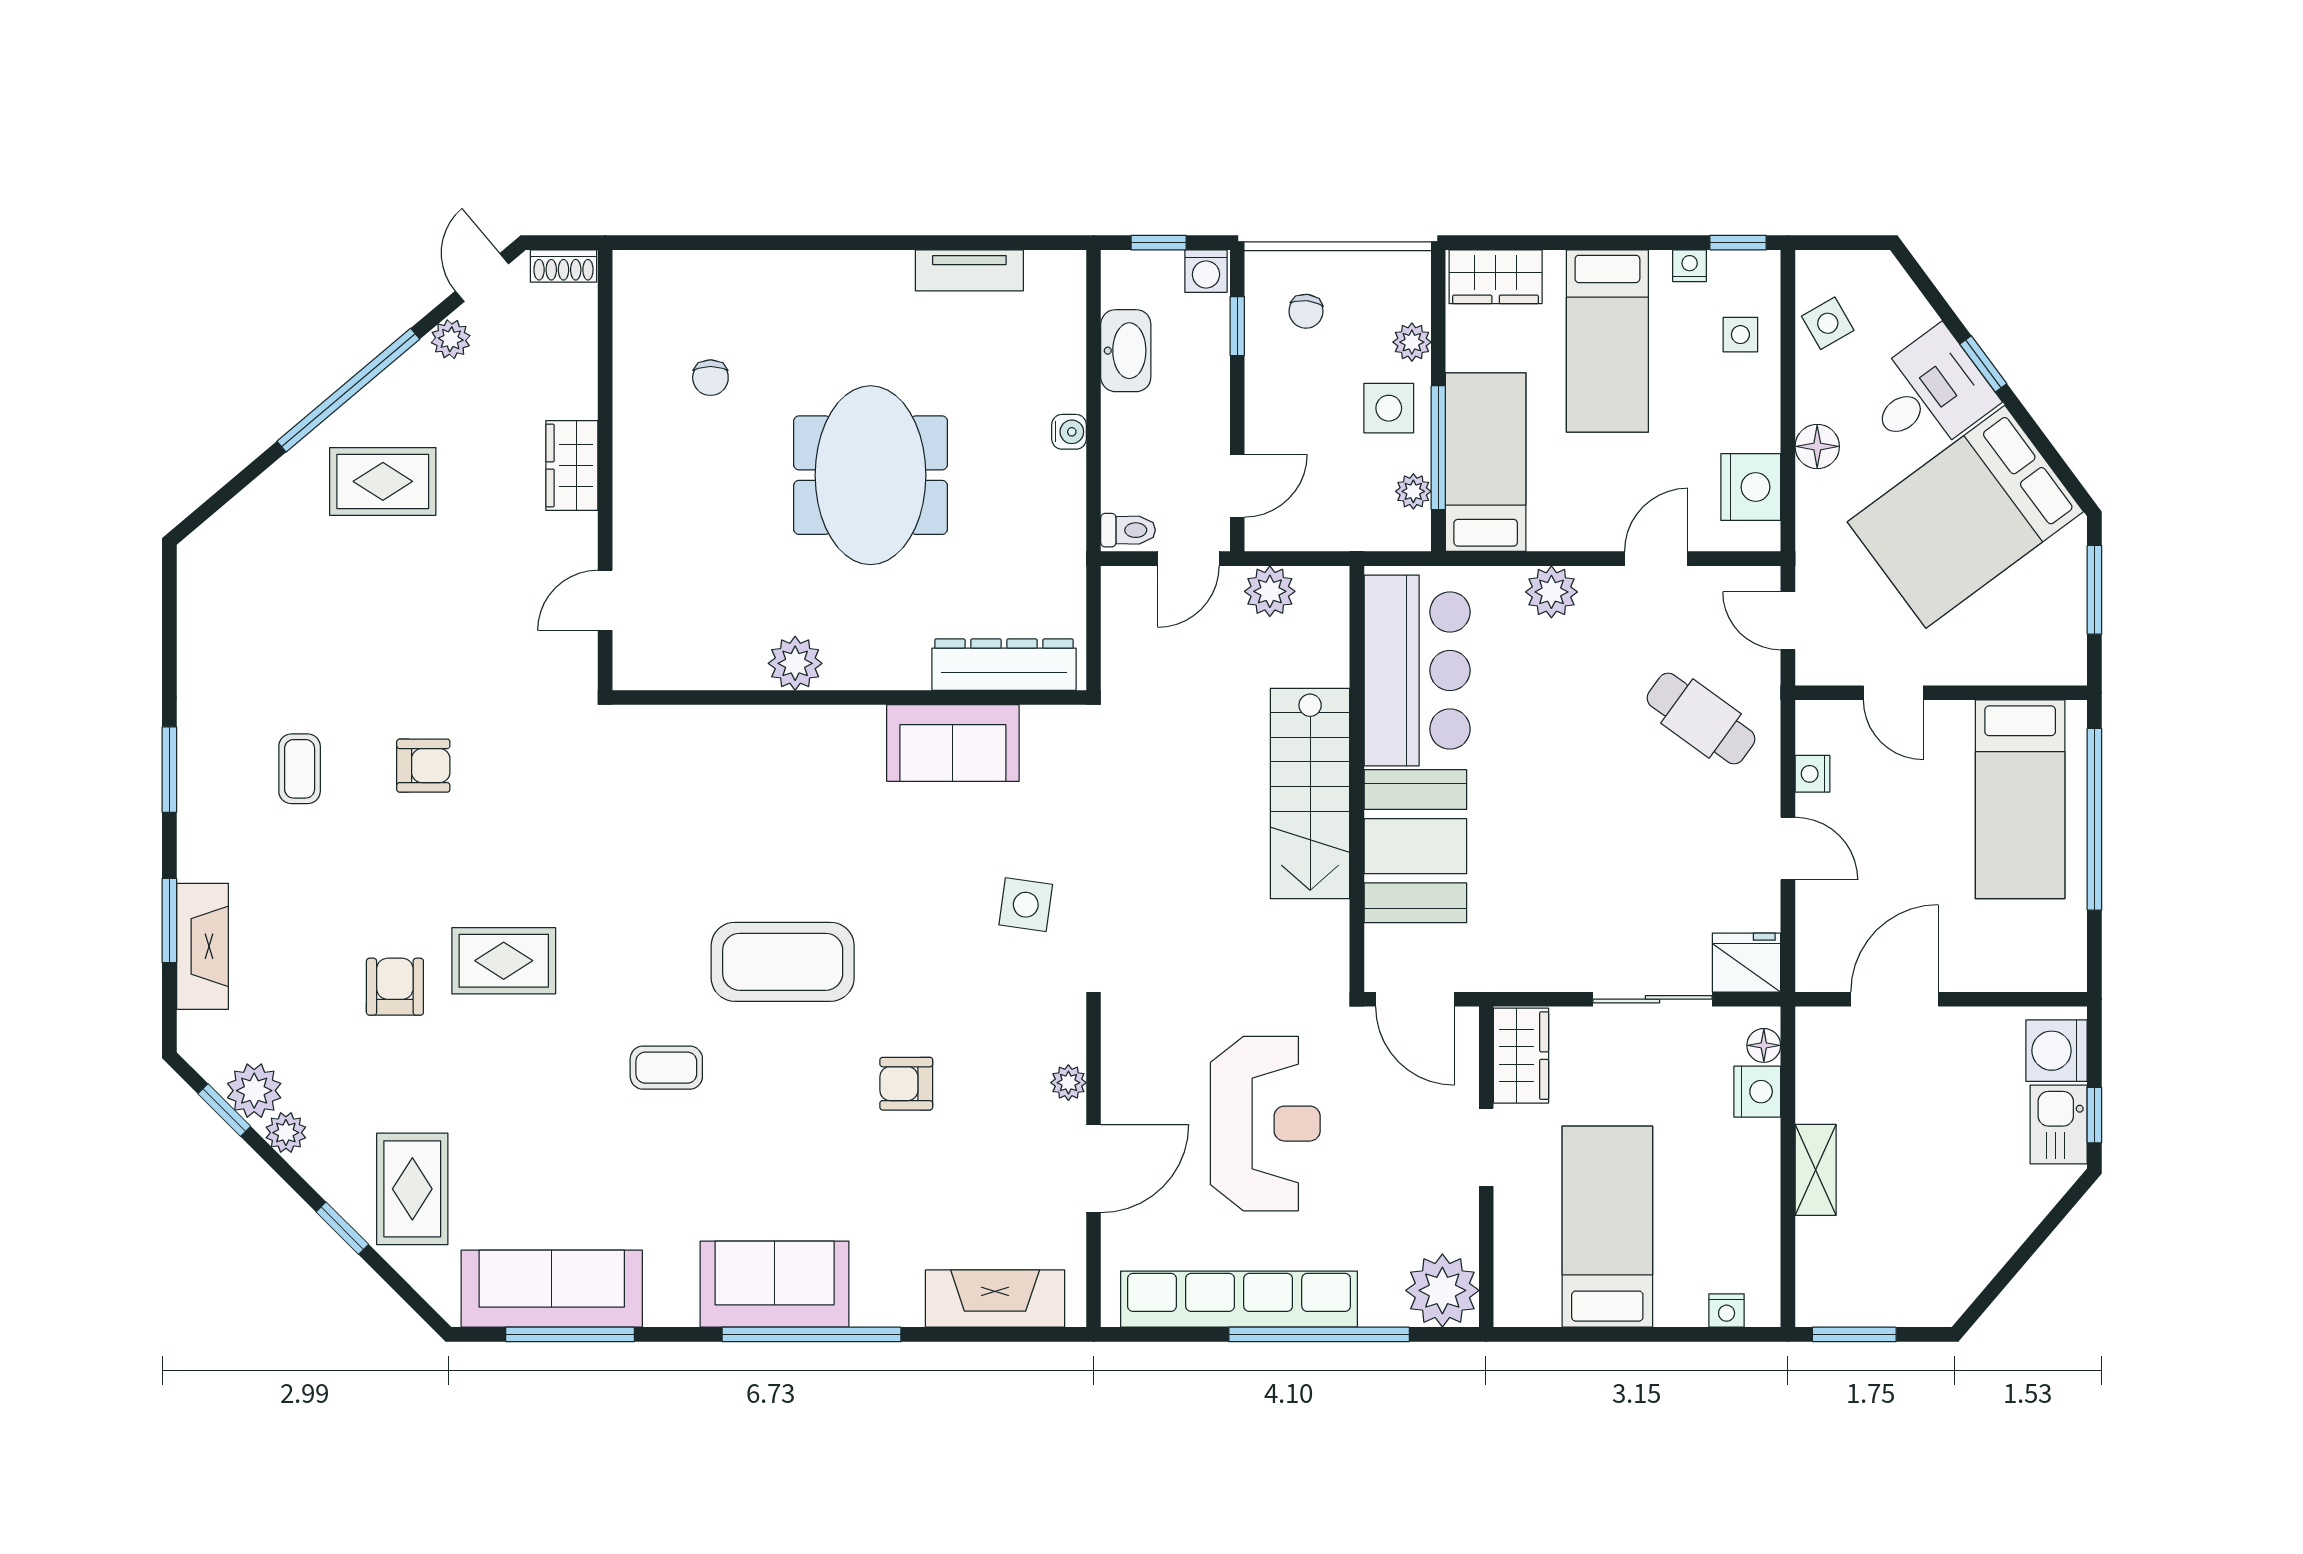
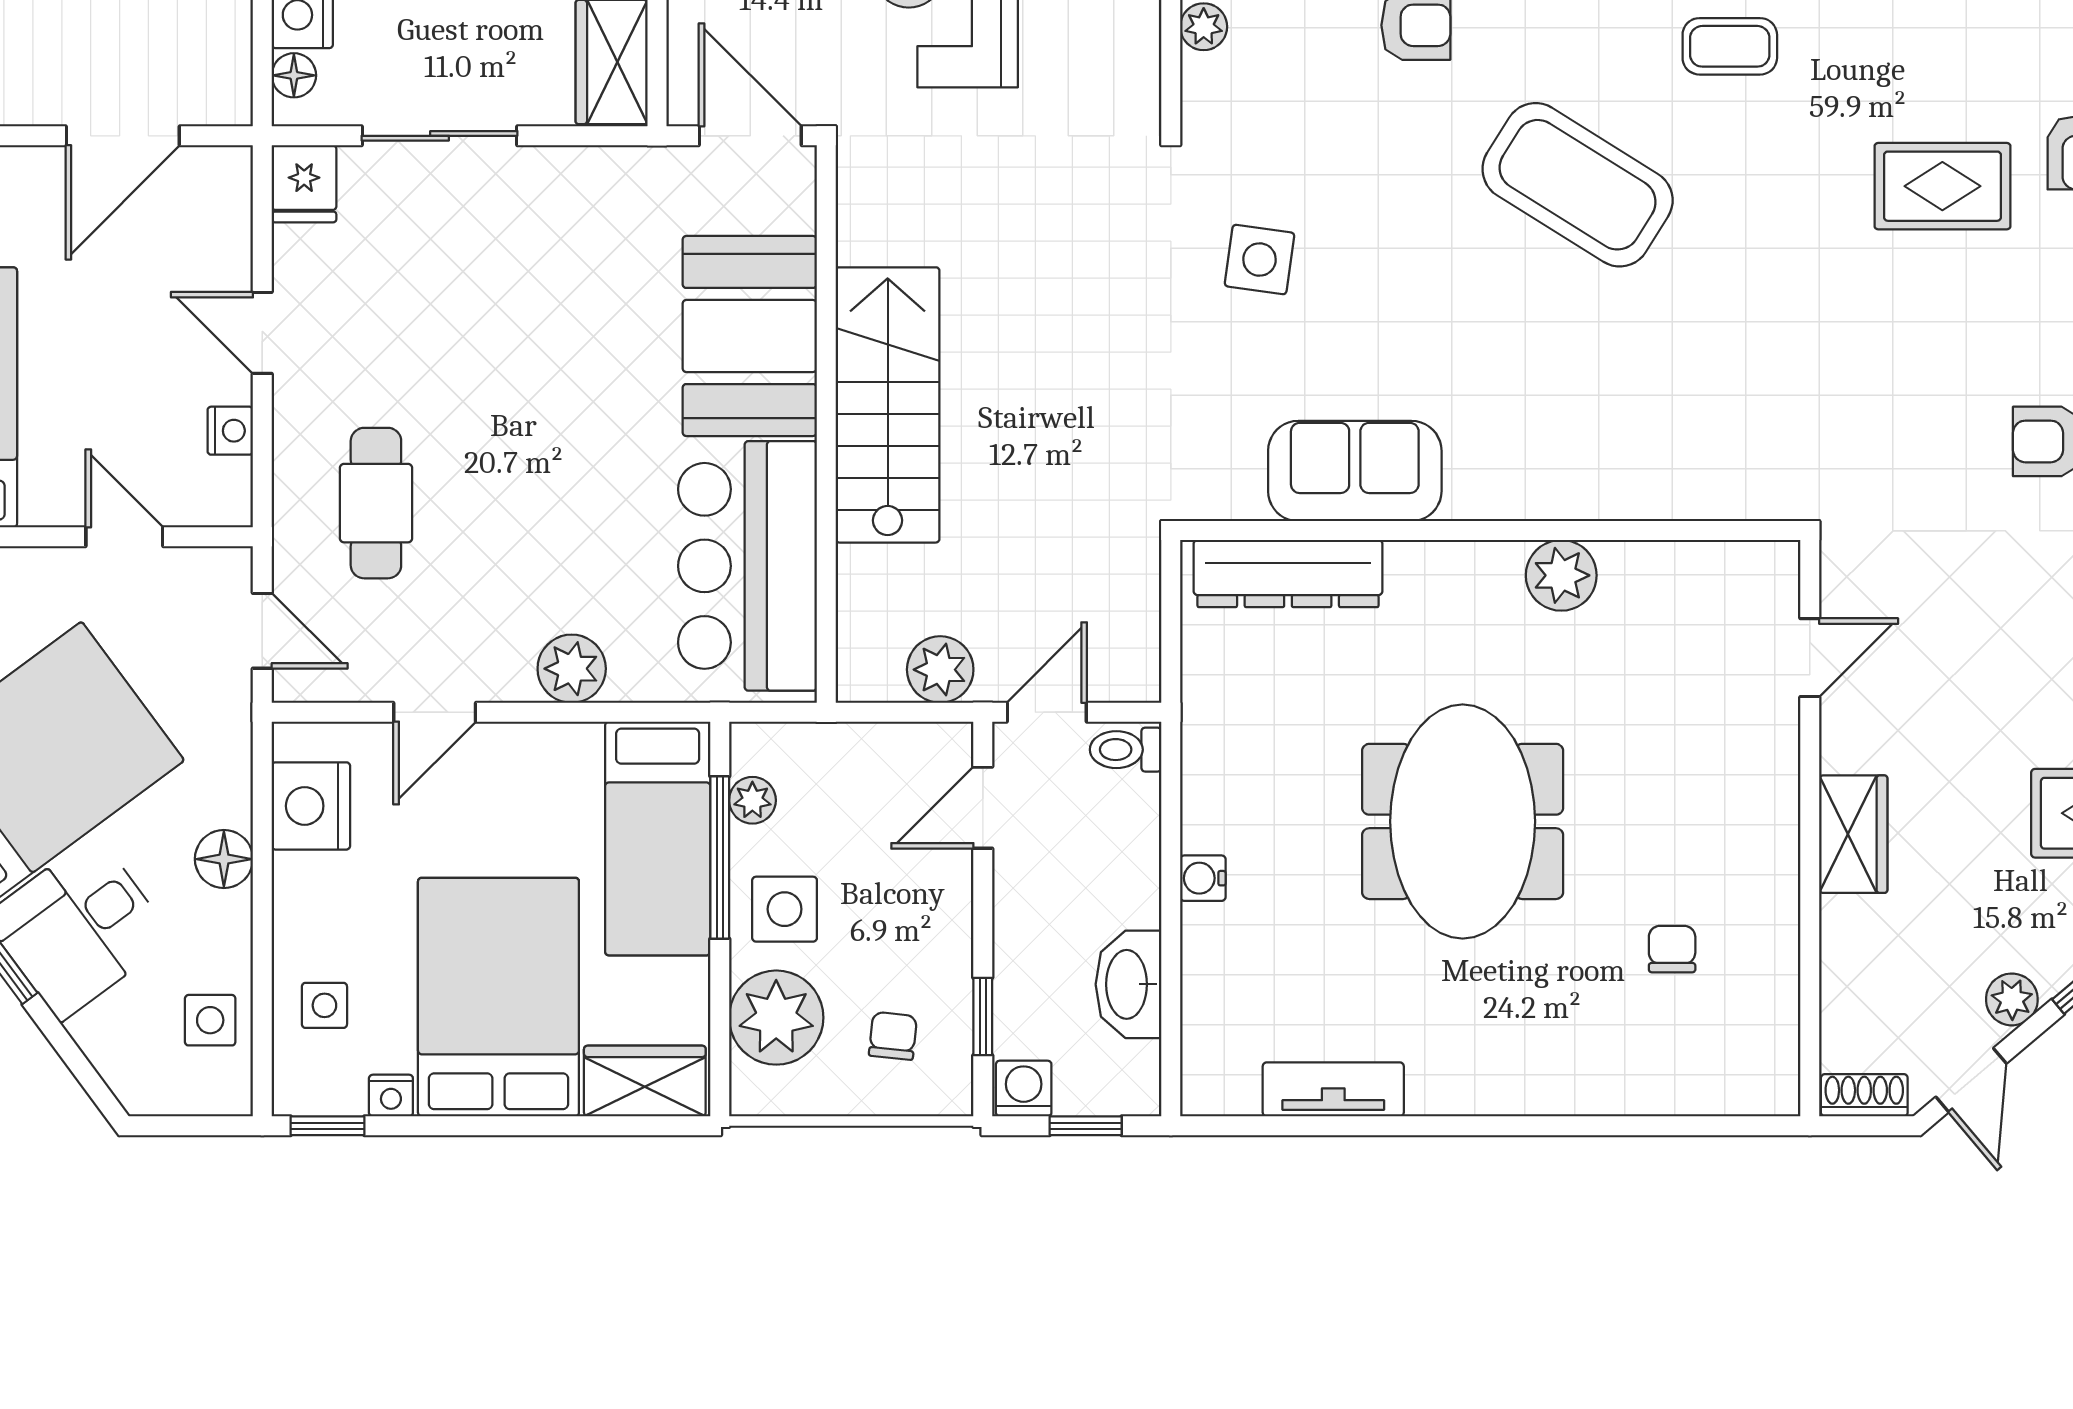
side table: (1828, 323) -> (210, 1020), turned 30
bed: (1607, 341) -> (498, 997), width x1.50
plant: (1412, 342) -> (776, 1018), width x1.87, depth x1.87
cafe table: (1701, 718) -> (376, 503), turned 54
coffee table: (783, 962) -> (1578, 185), turned 32
fridge: (1746, 963) -> (304, 184), width x0.72

